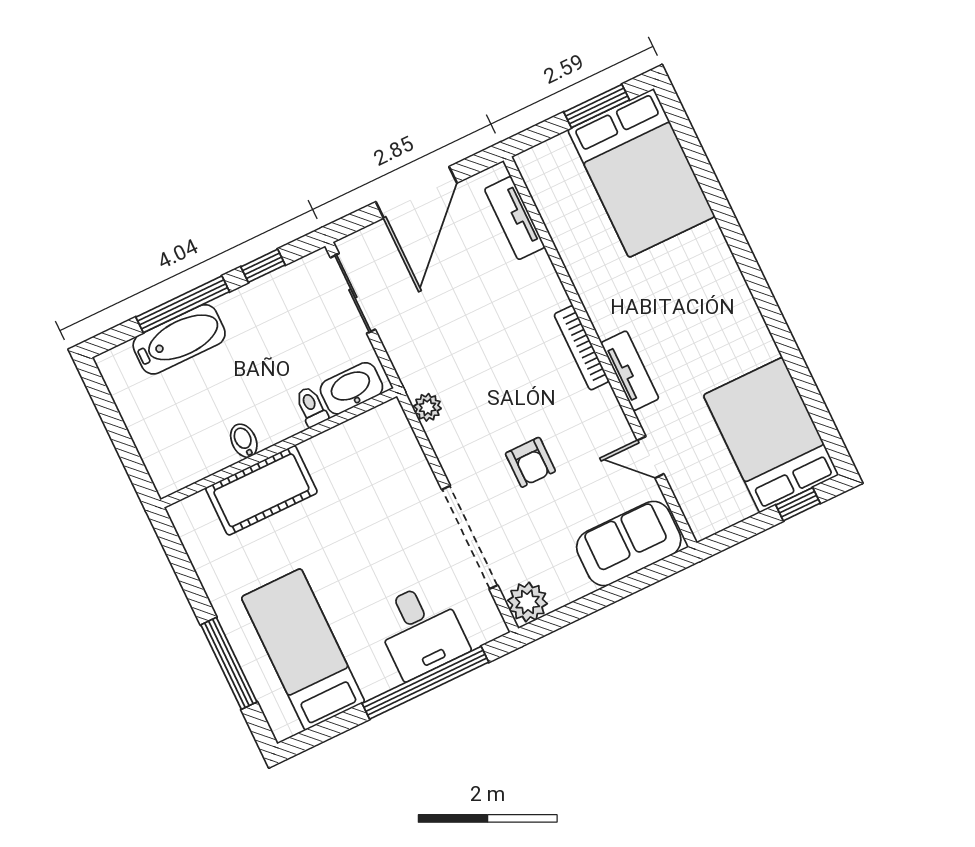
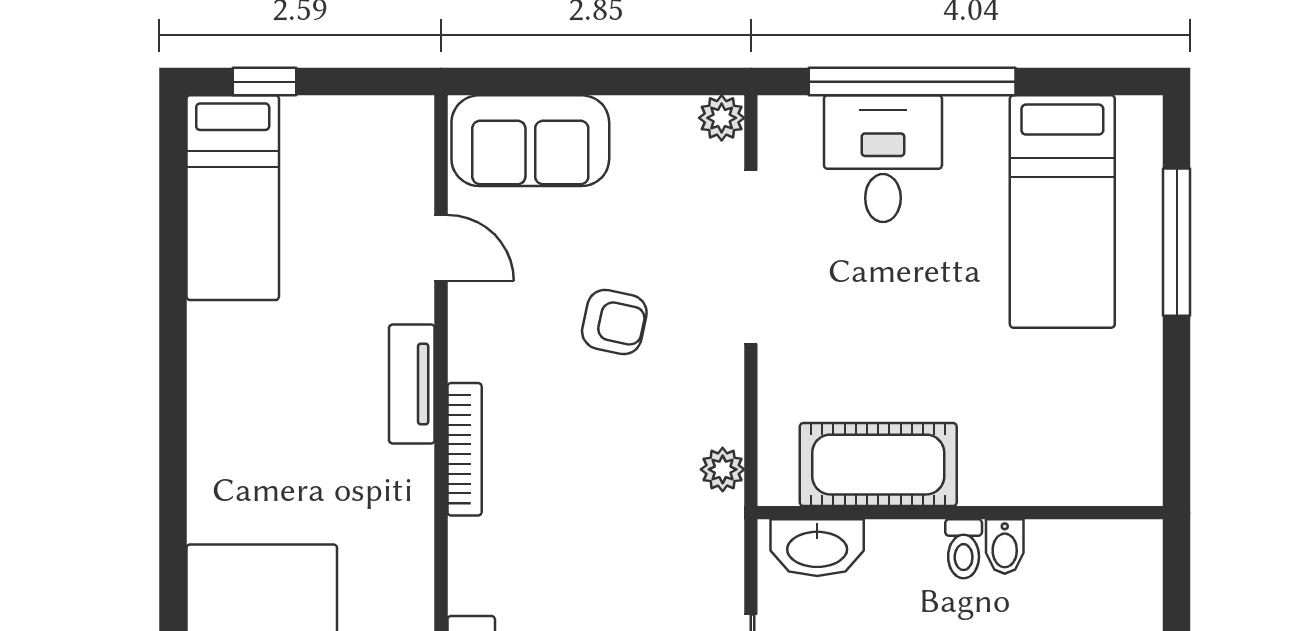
toilet: (311, 407) -> (964, 549), moved
bed: (771, 435) -> (233, 198), width x0.67
armchair: (530, 462) -> (614, 322), turned 102
cot: (261, 490) -> (878, 465), moved
plant: (527, 602) -> (722, 118), width x0.73, depth x0.73

